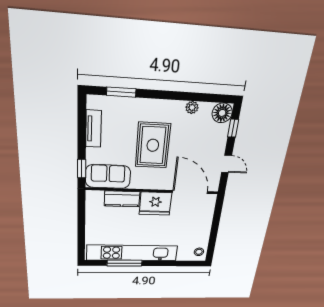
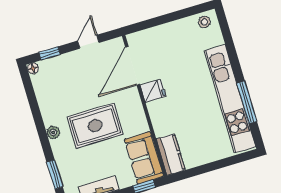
plant: (192, 107) -> (53, 132), moved
floor lamp: (222, 113) -> (33, 68), width x0.53, depth x0.53
kitchen counter: (122, 199) -> (171, 155), moved
fridge: (155, 204) -> (153, 91), width x0.53, depth x0.75

